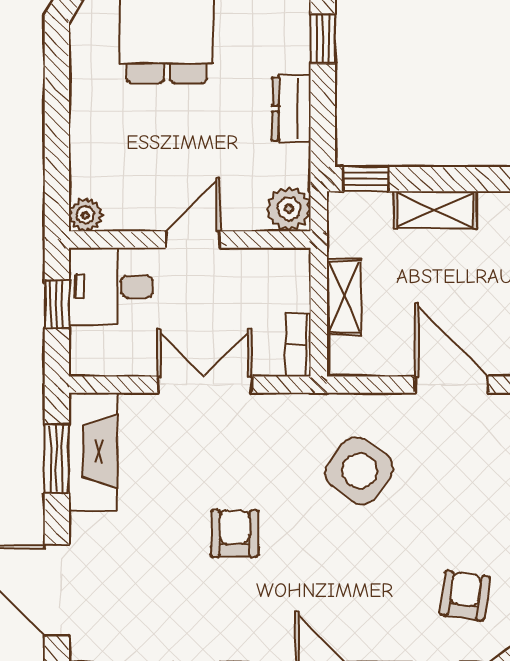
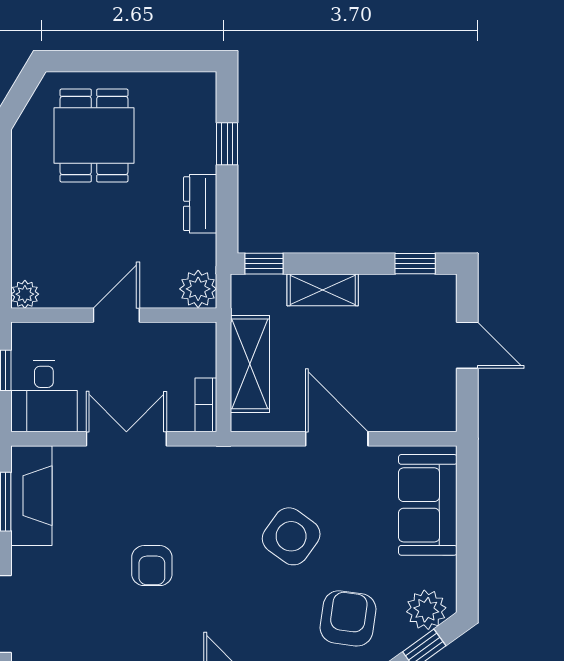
desk: (111, 286) -> (44, 396), moved, turned -90
shelving: (344, 297) -> (250, 364), width x1.50, depth x1.33
side table: (360, 471) -> (291, 536), moved
armchair: (235, 534) -> (152, 566), turned 180
armchair: (465, 596) -> (348, 618), width x1.38, depth x1.38

